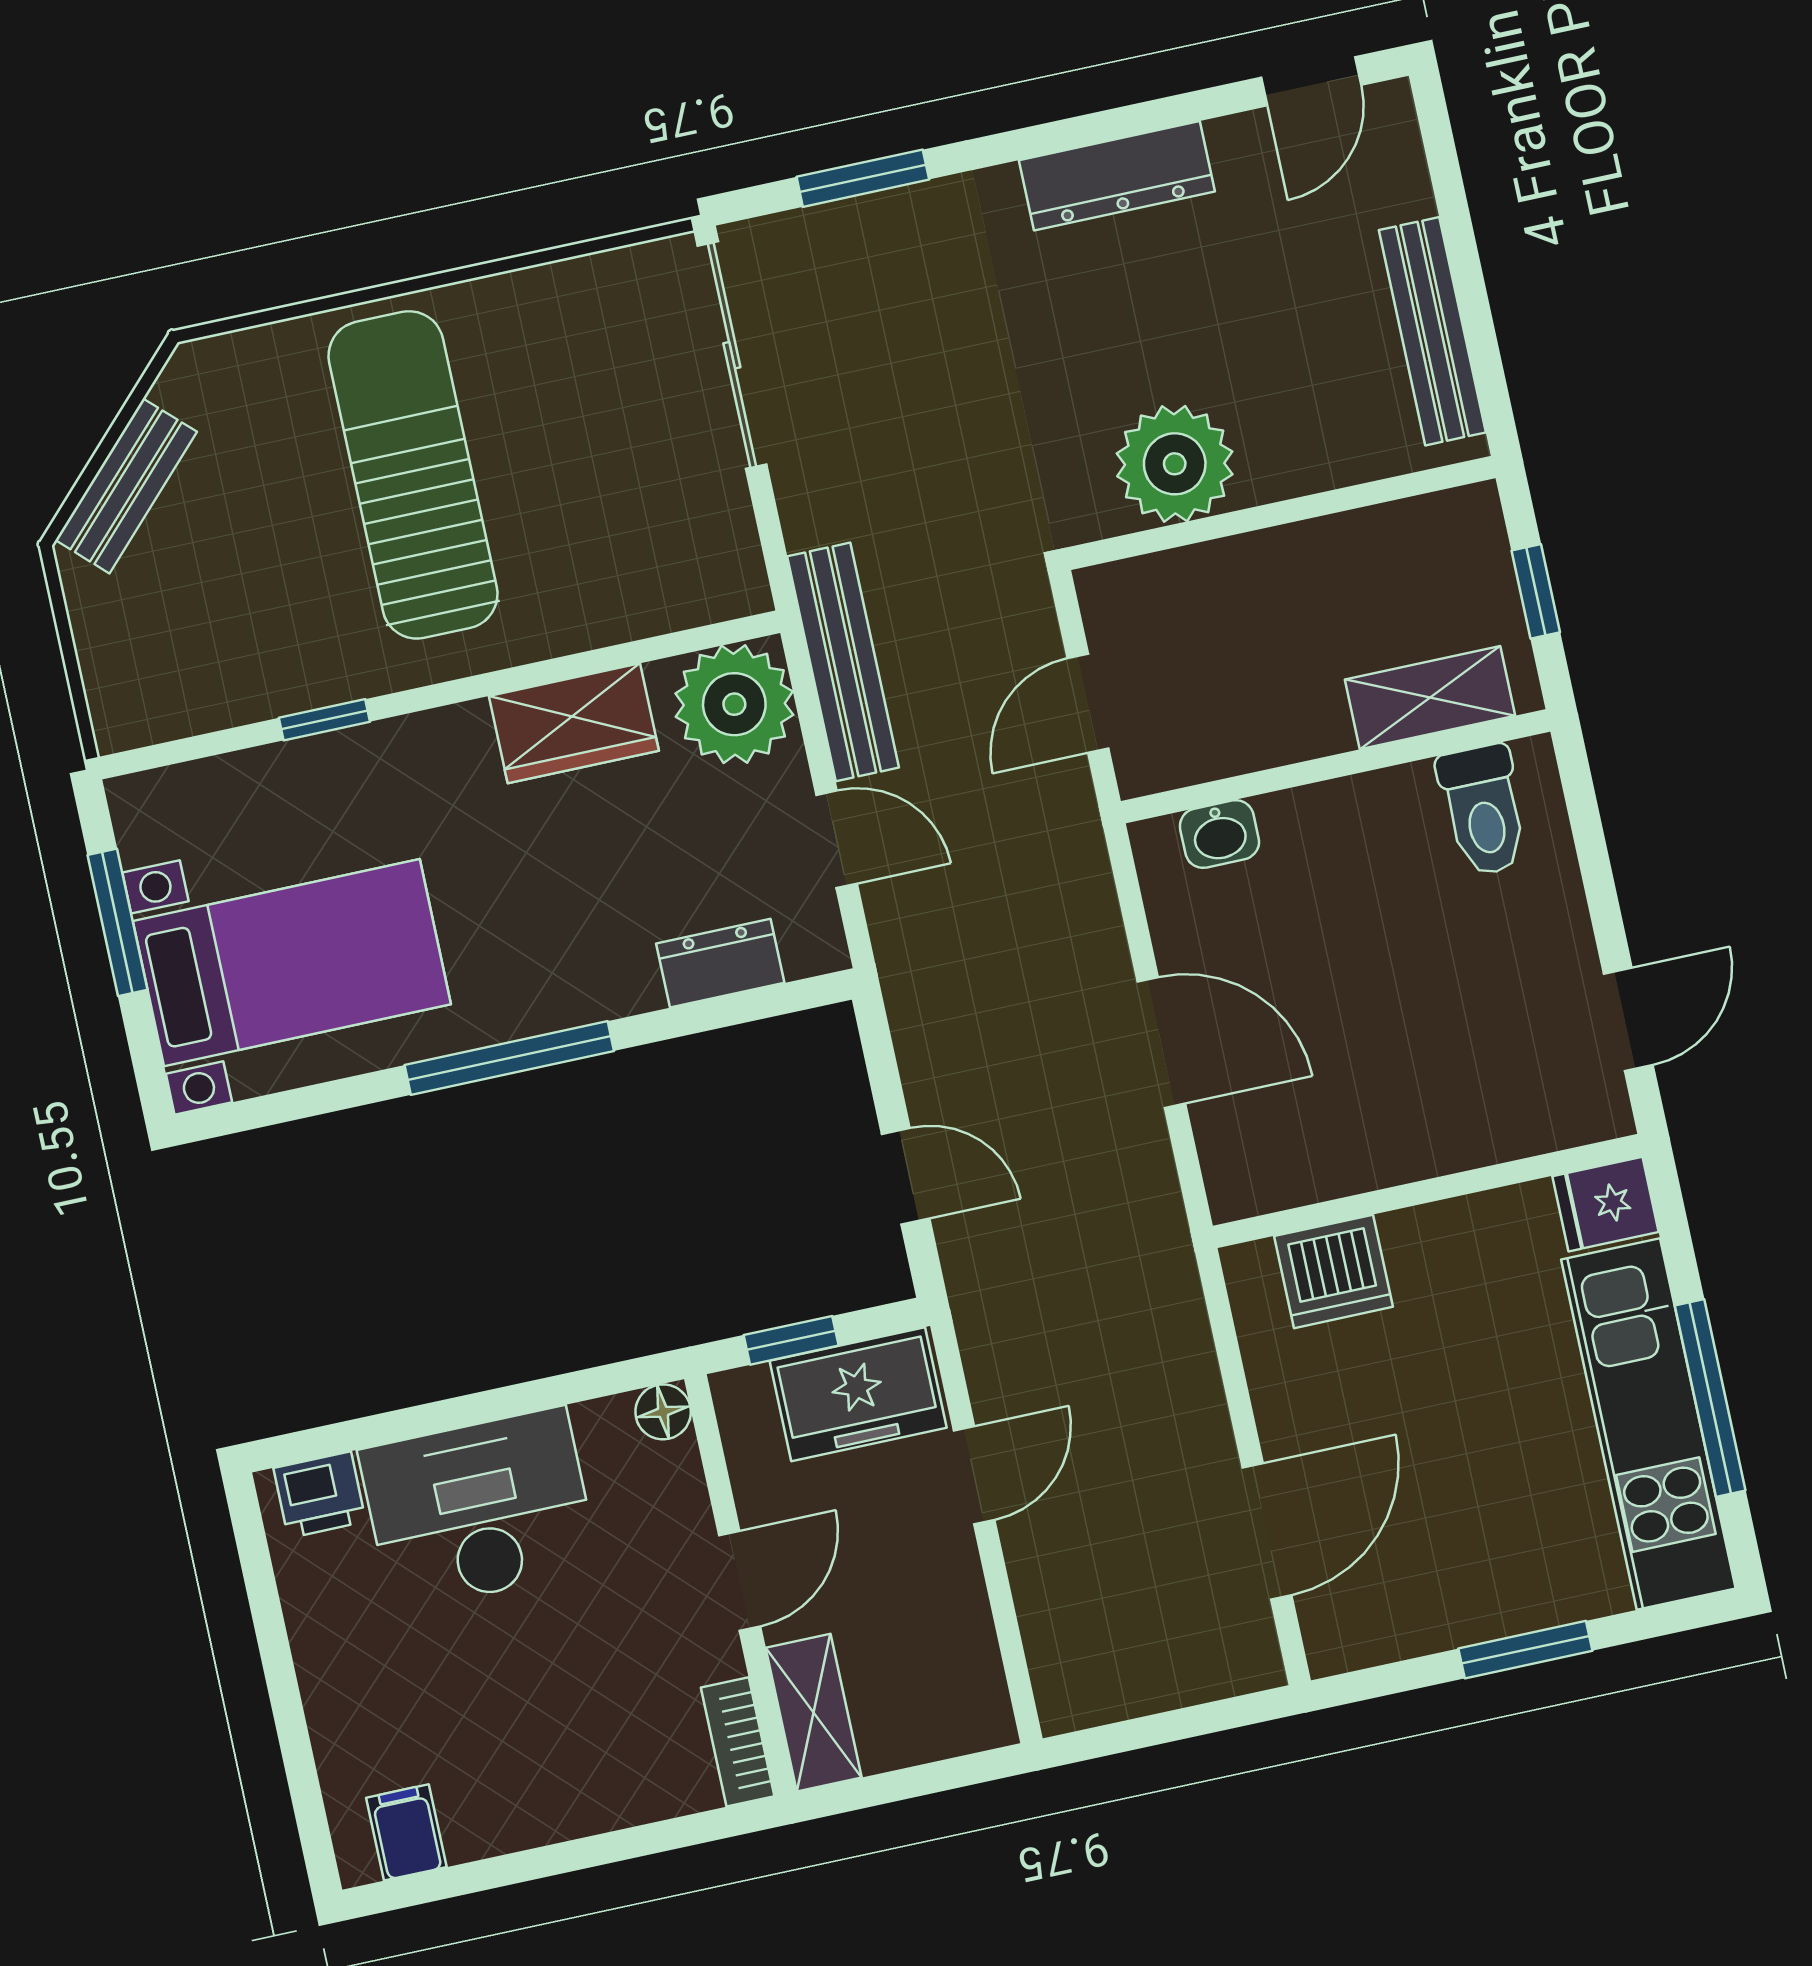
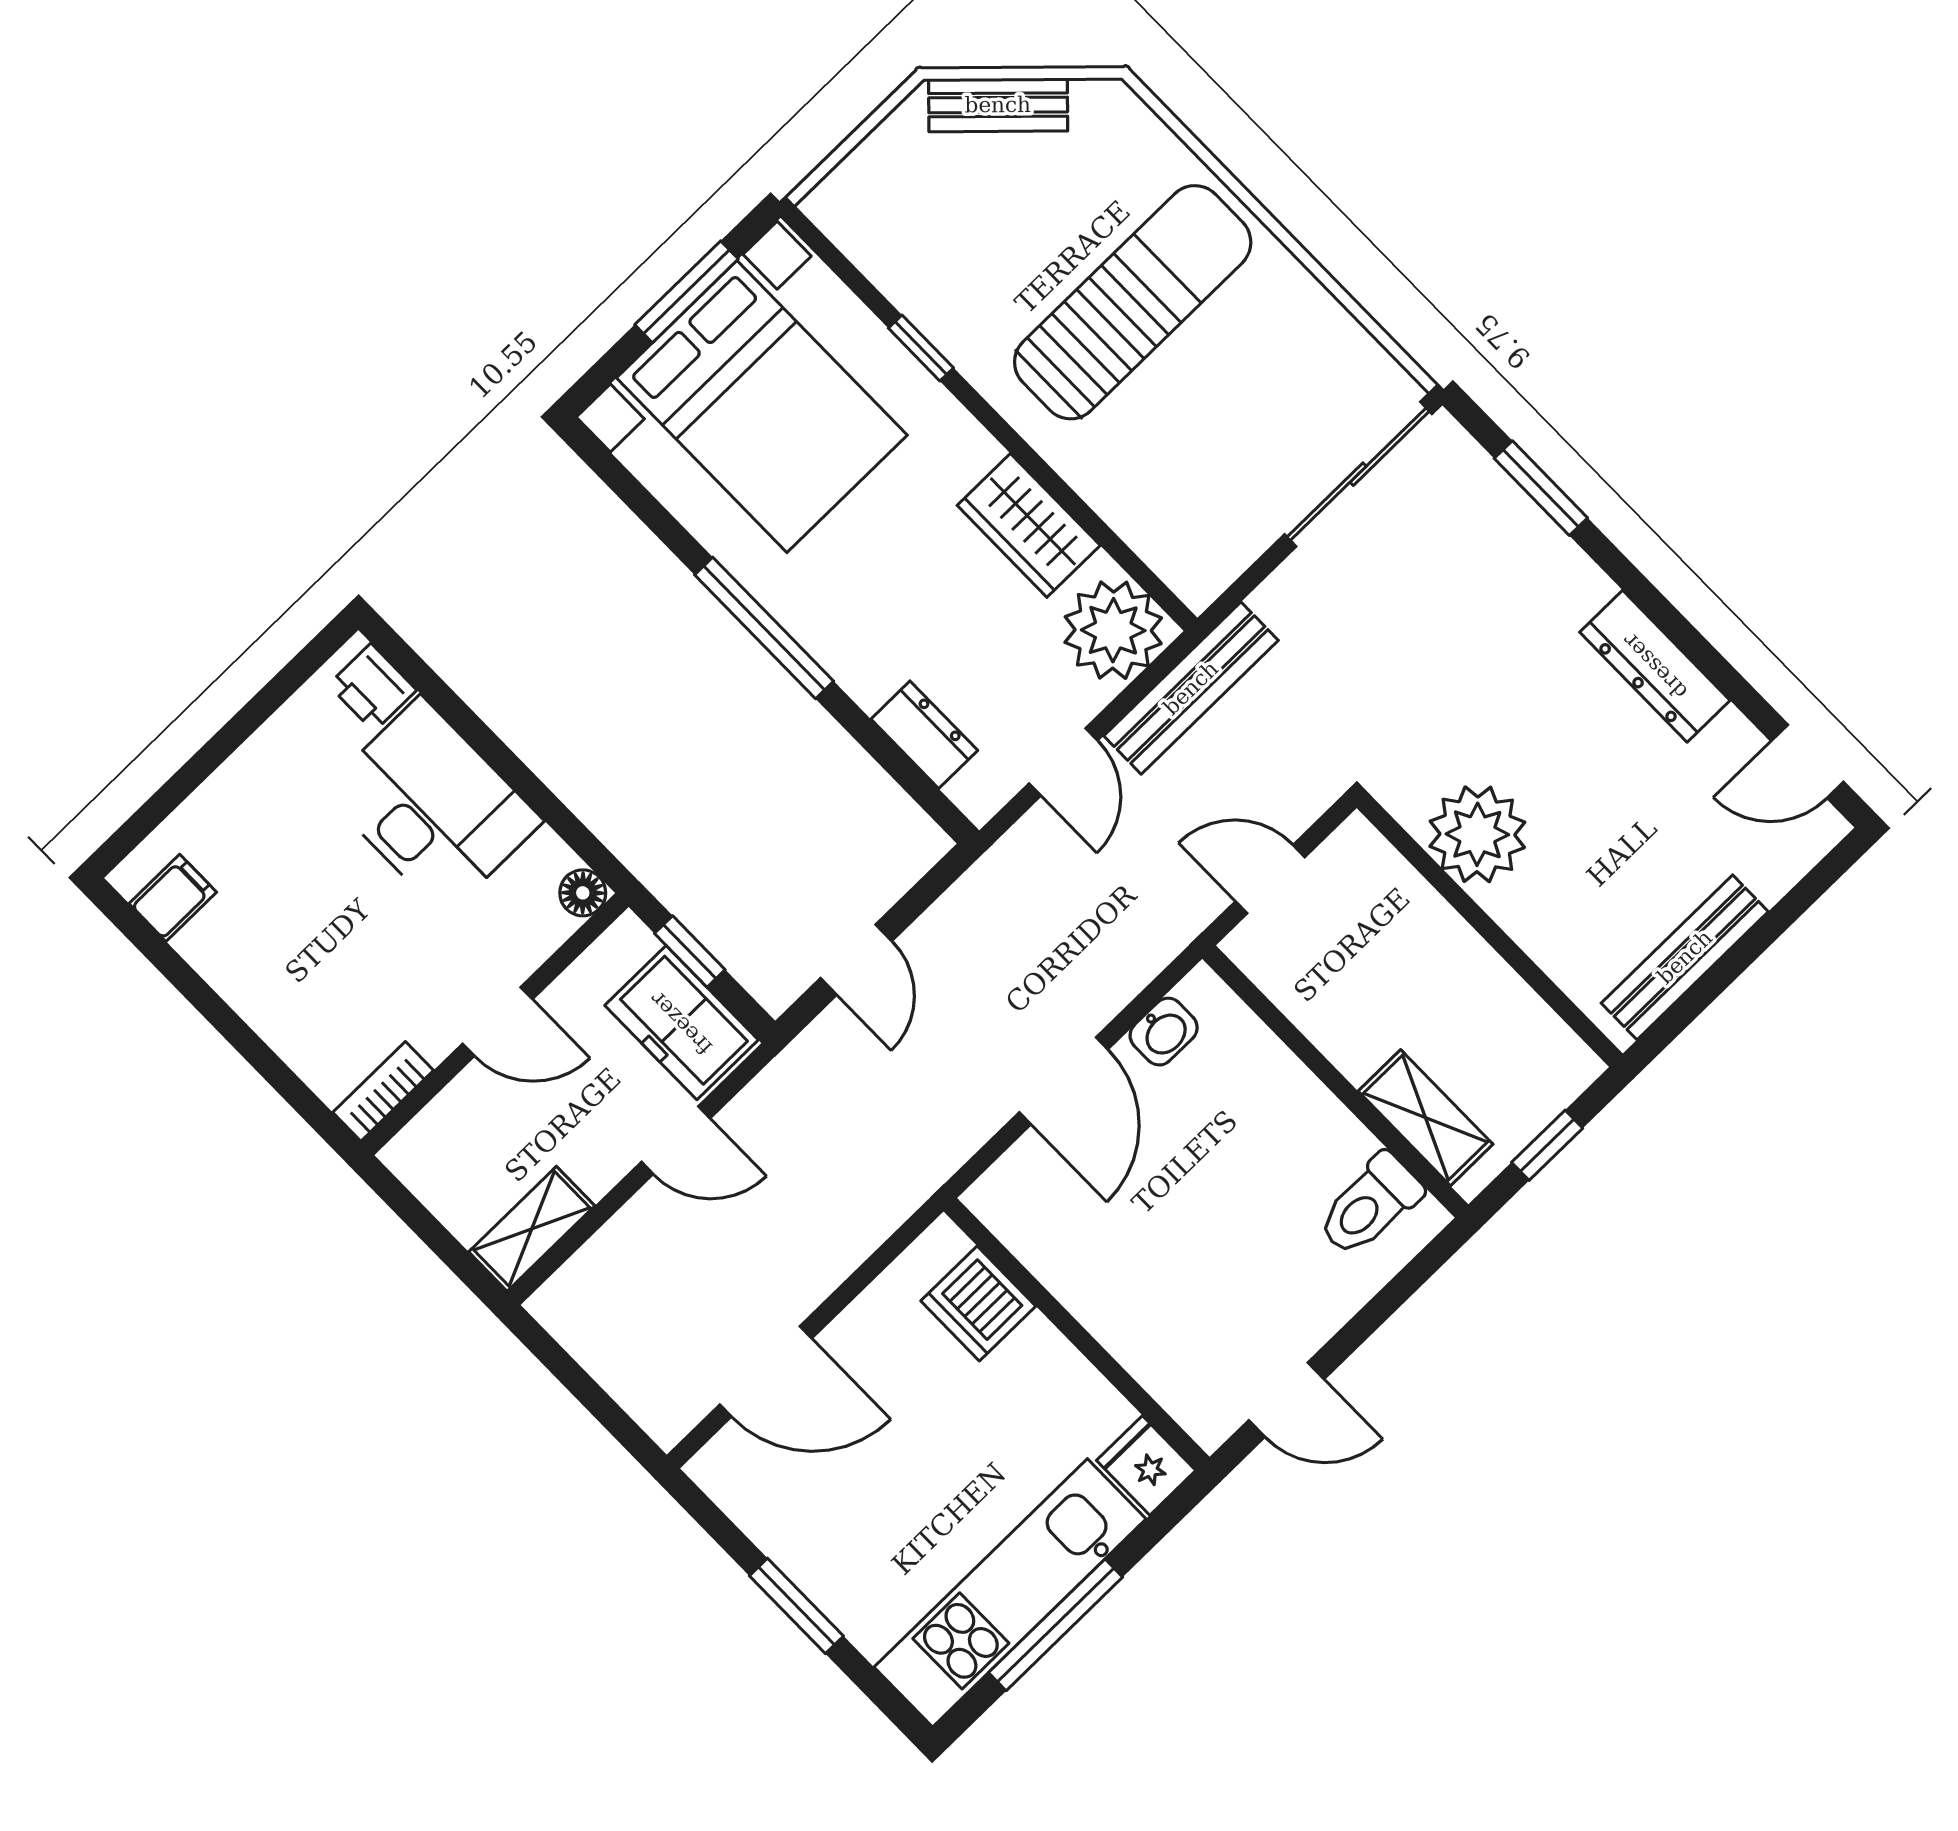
washbasin: (1219, 834) -> (1164, 1032), moved, turned -90
bed with nightstands: (292, 963) -> (762, 407), width x1.36
shelving: (814, 1713) -> (532, 1229), moved

